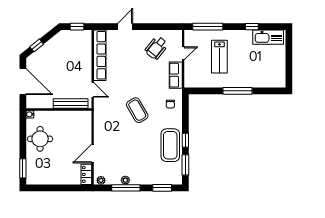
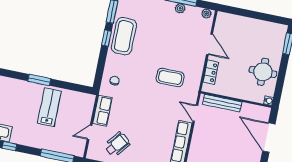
lab bench: (219, 57) -> (49, 107), moved
window: (237, 91) -> (39, 80), width x0.69
coffee table: (137, 110) -> (170, 78), moved, turned -60
door: (93, 154) -> (209, 44), hinge flipped
locker: (86, 174) -> (211, 72), moved

